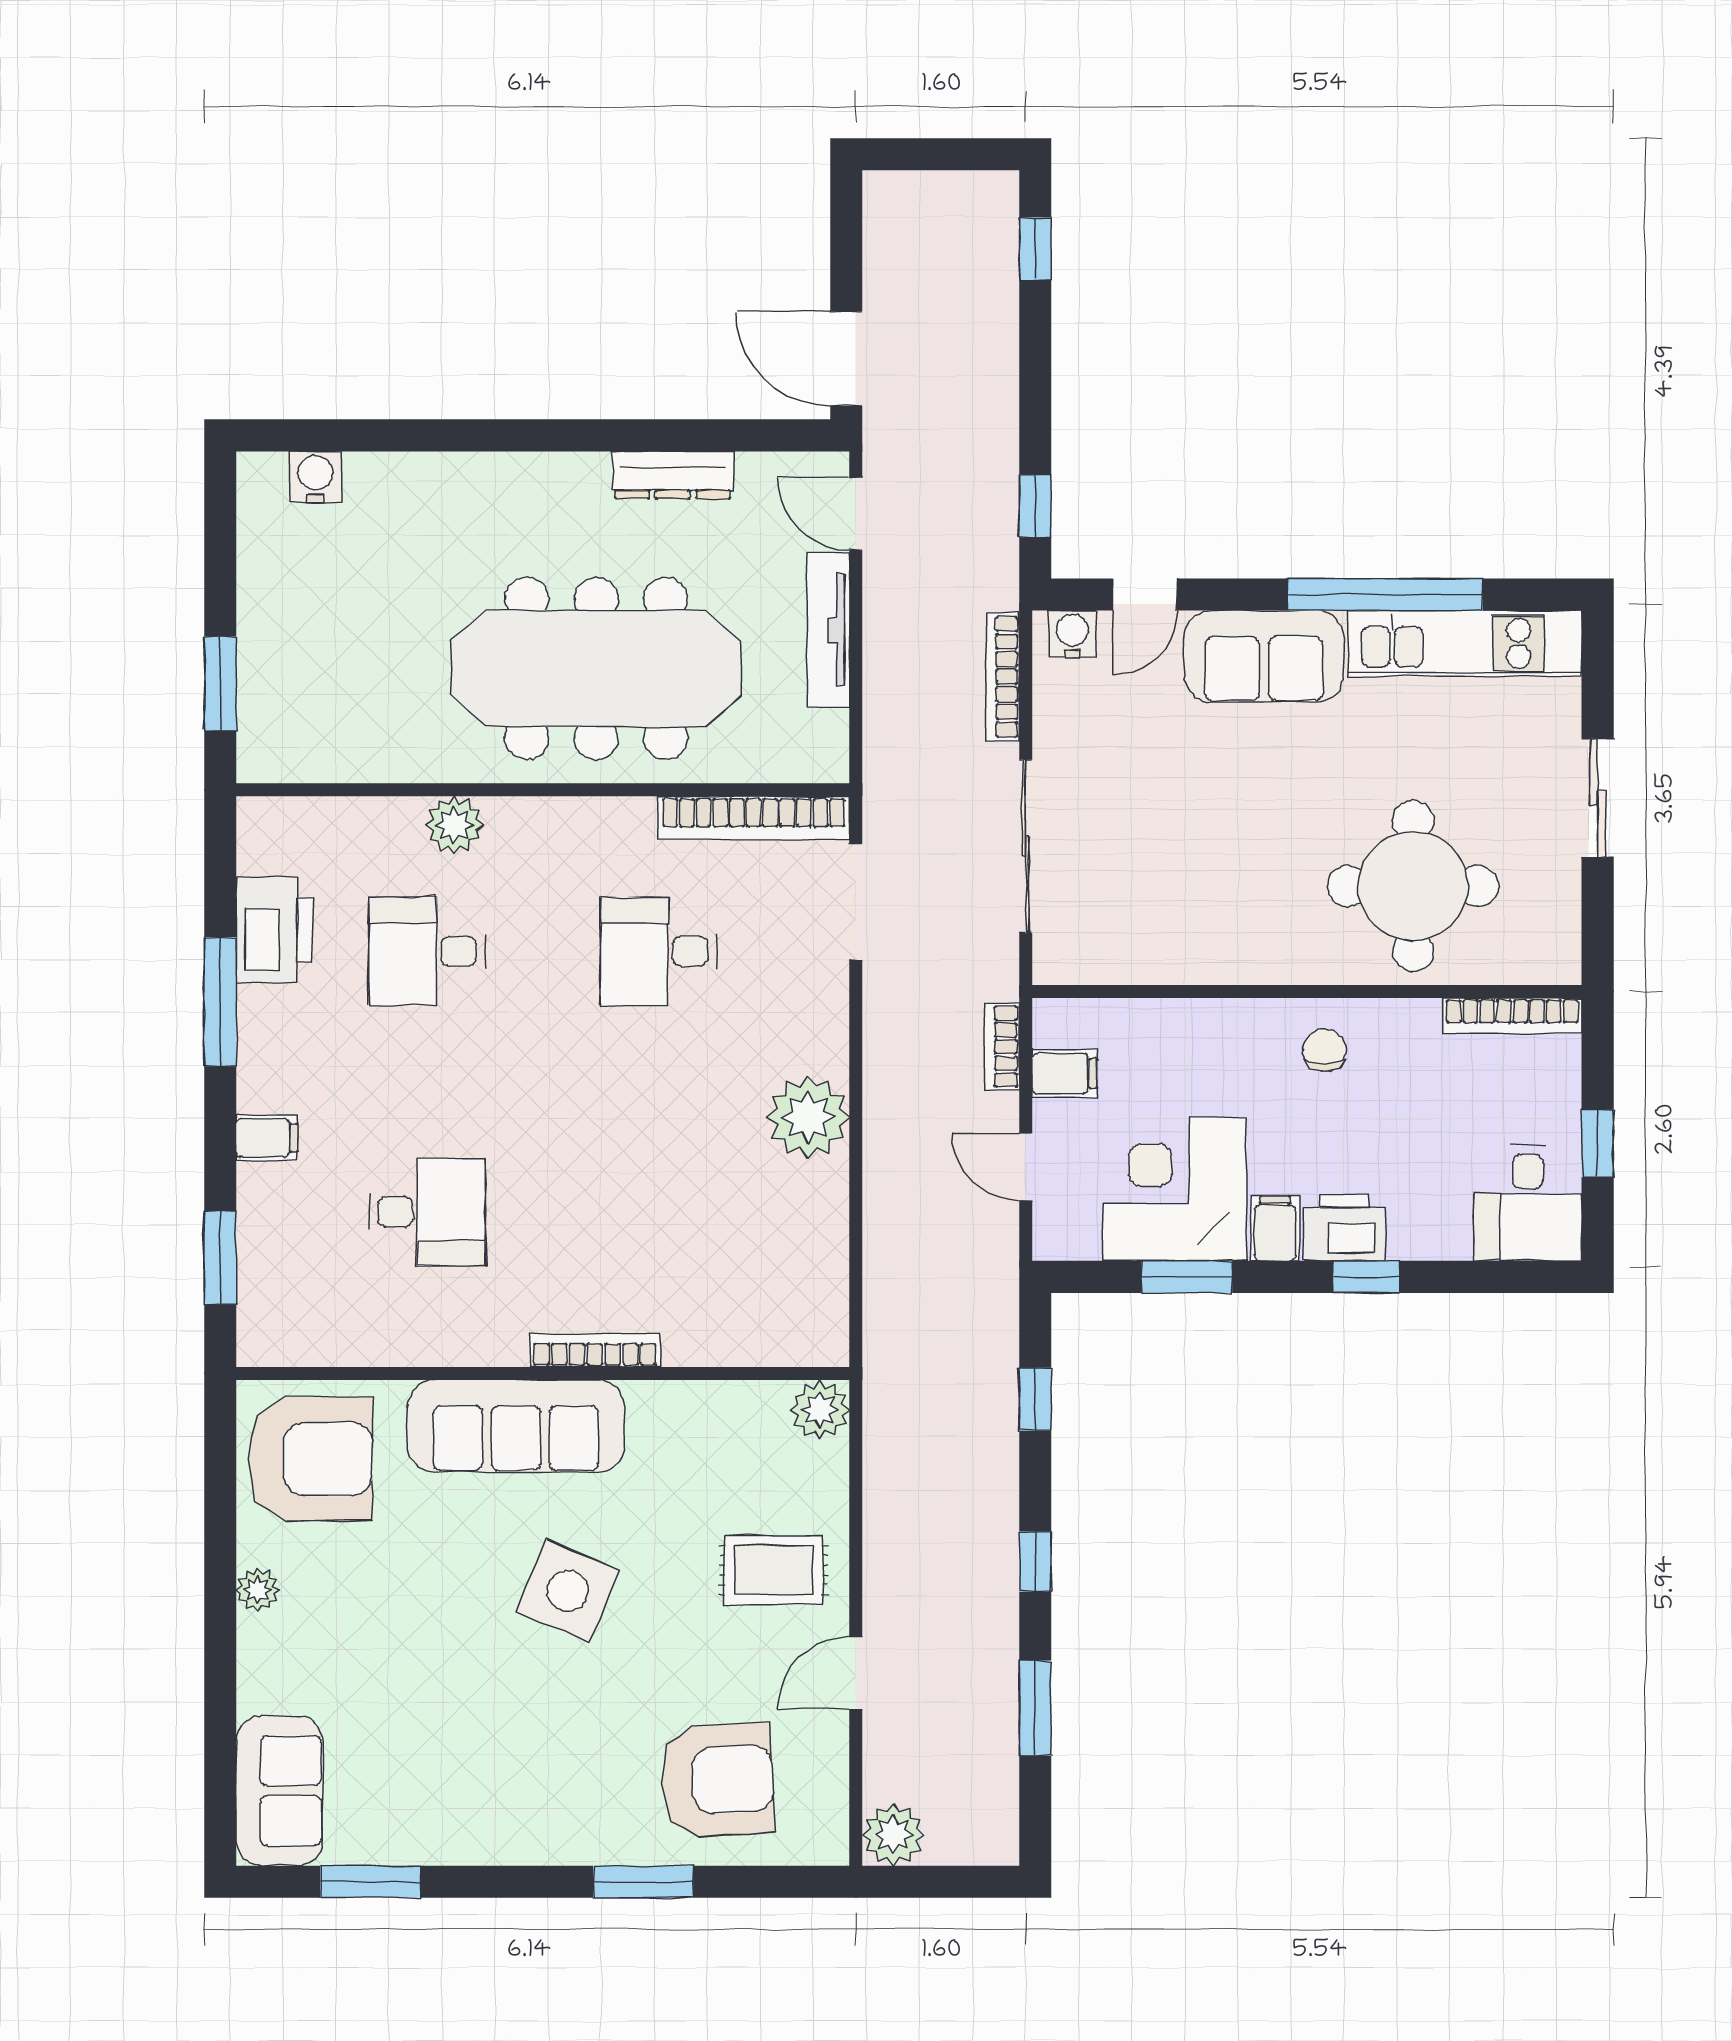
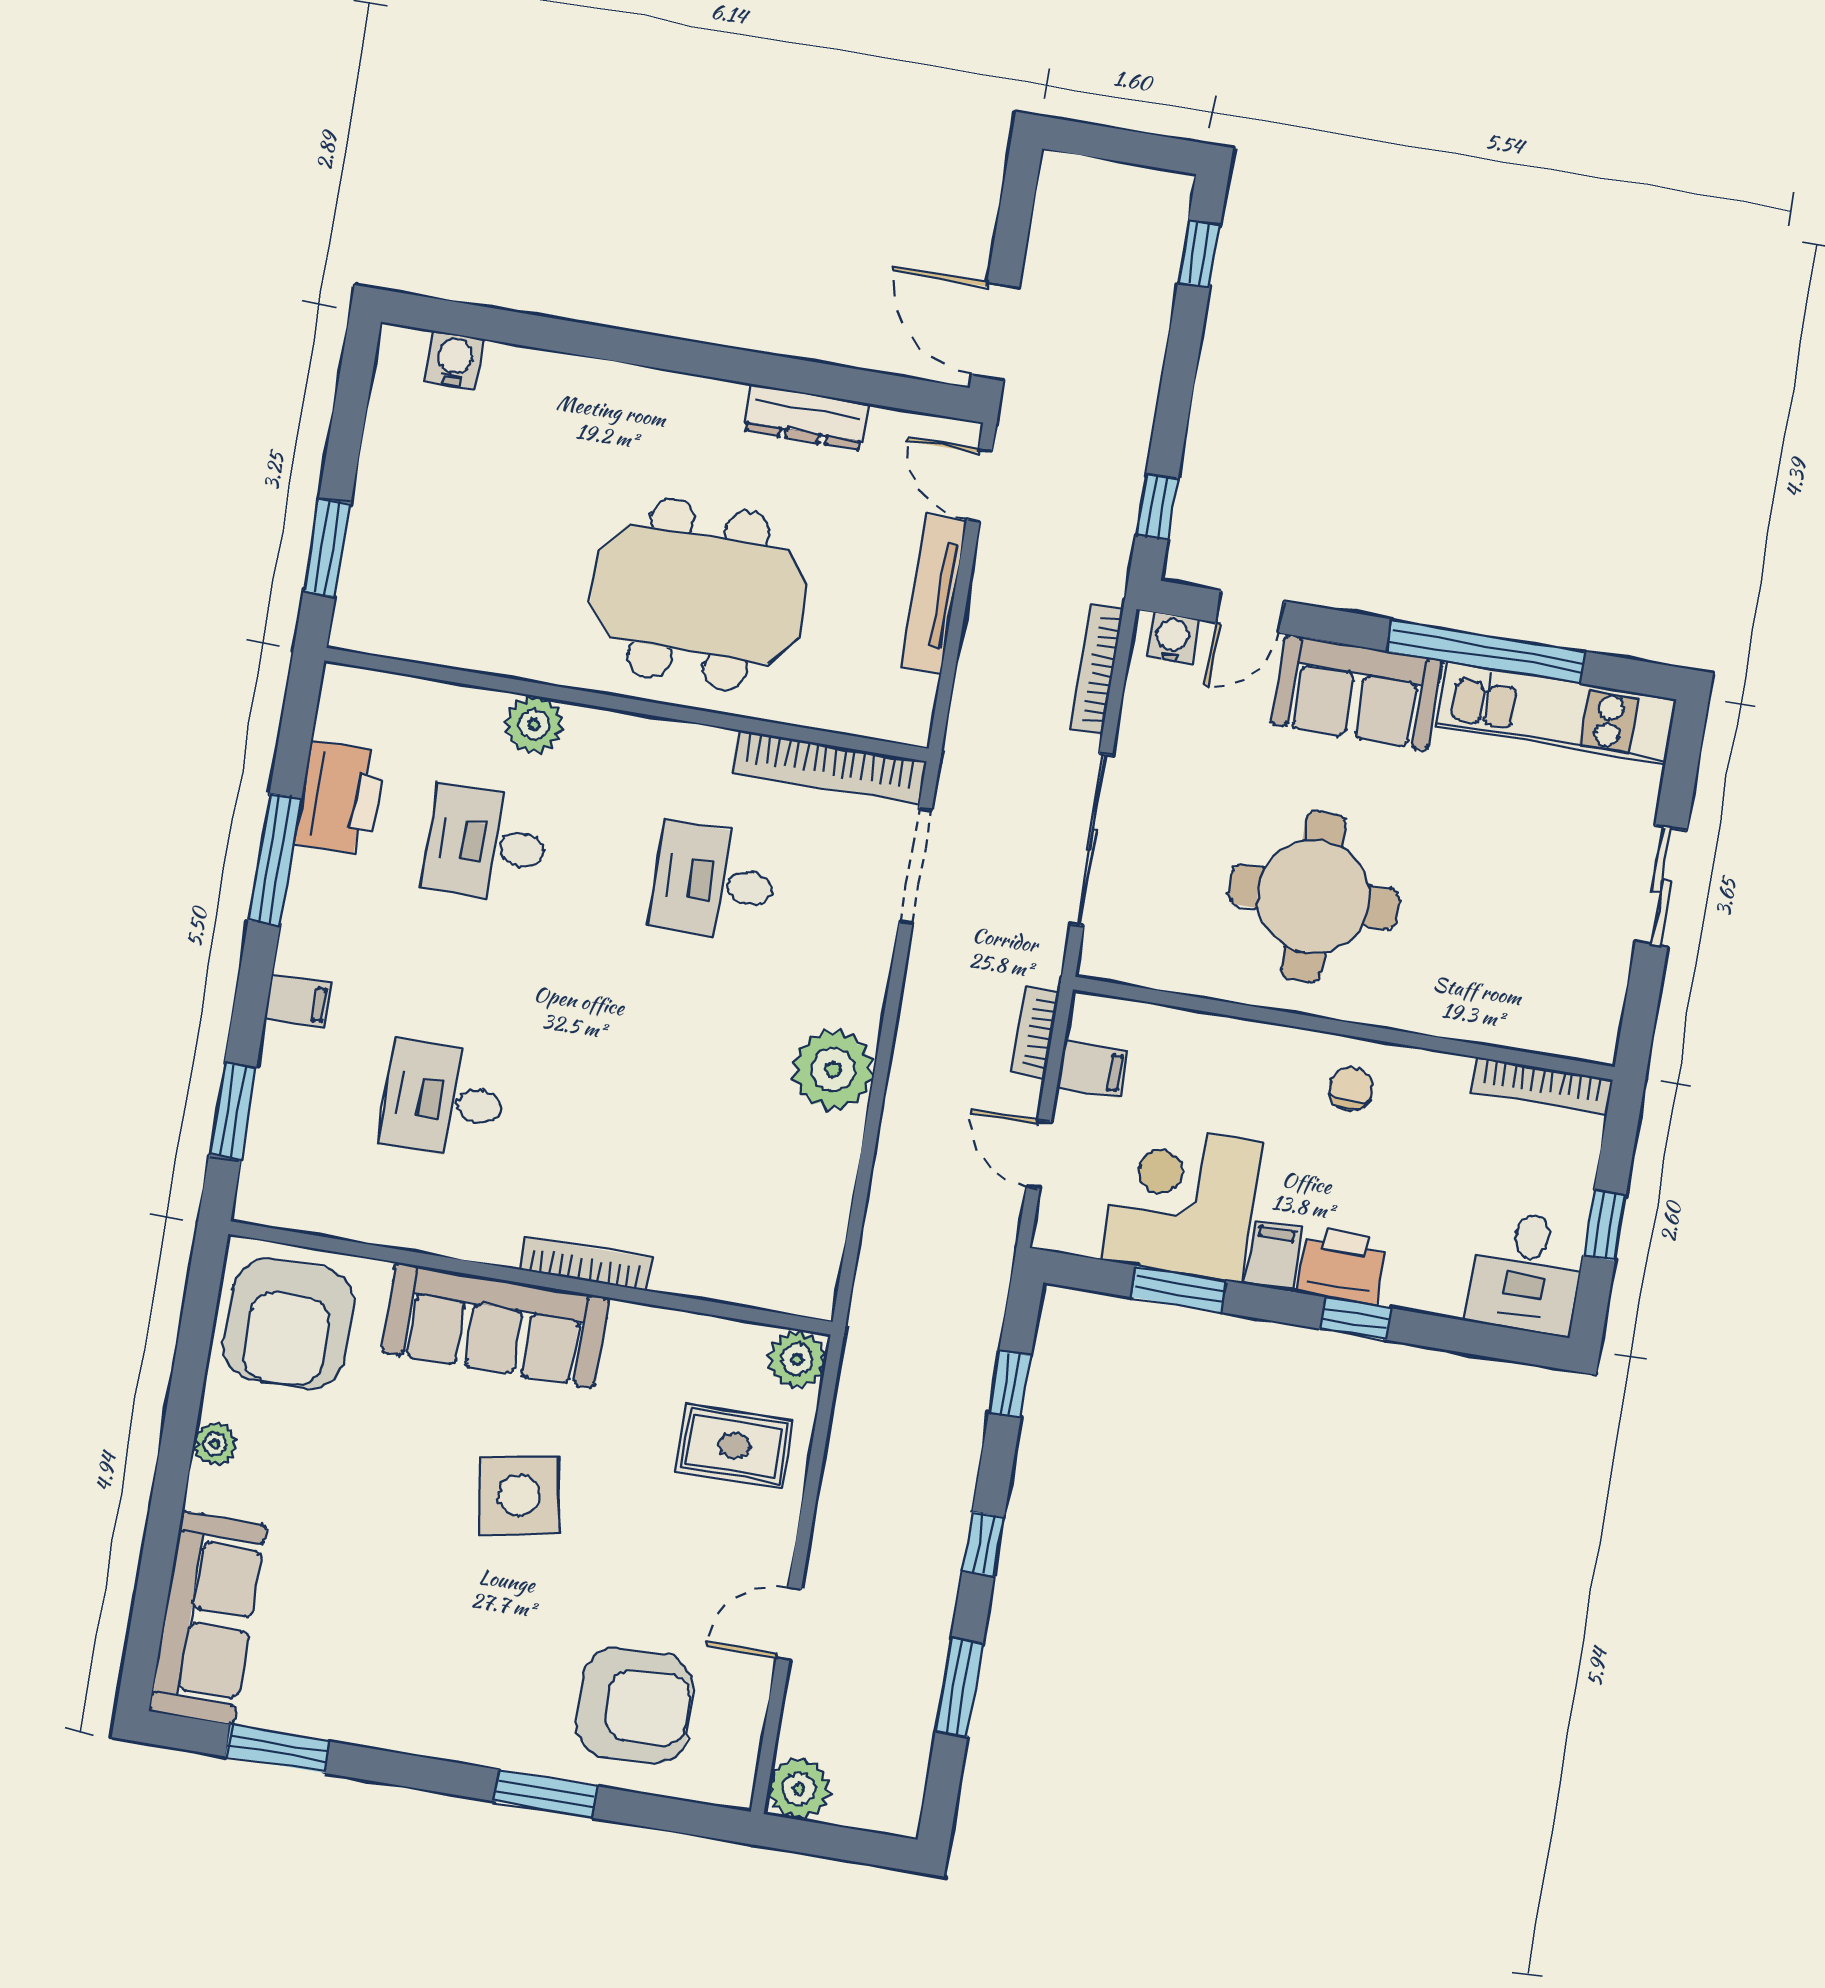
meeting table: (596, 668) -> (699, 594), width x0.73
round table: (1413, 886) -> (1314, 897), moved
desk: (427, 1212) -> (443, 1100), turned 180
armchair: (311, 1459) -> (288, 1324), turned 90
rug: (773, 1570) -> (734, 1446), moved
side table: (568, 1591) -> (519, 1495), turned -33
sofa: (280, 1791) -> (208, 1618), width x1.36

